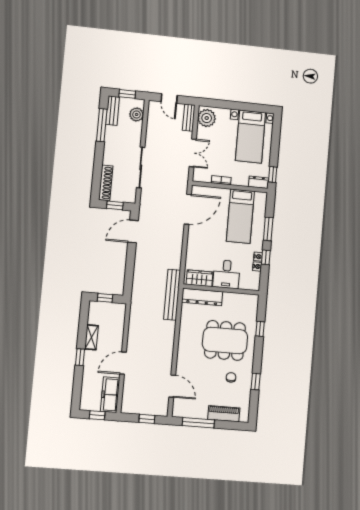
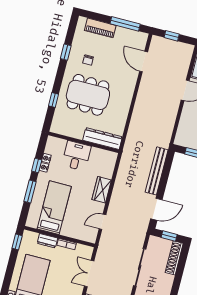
dresser: (259, 182) -> (47, 241), moved
door: (188, 209) -> (102, 222), width x0.53
wardrobe: (199, 278) -> (102, 190), moved, turned 90
bench: (172, 295) -> (157, 171), moved

